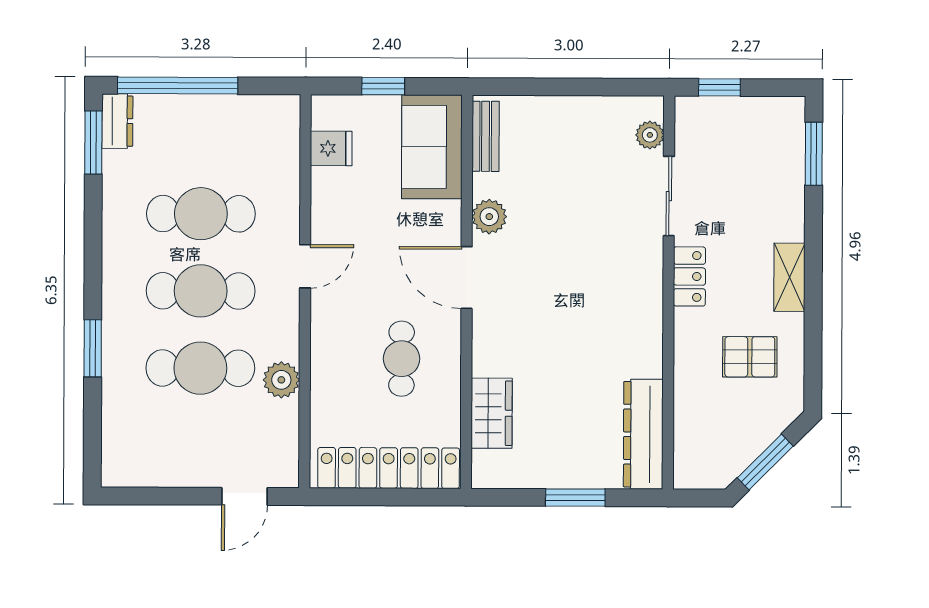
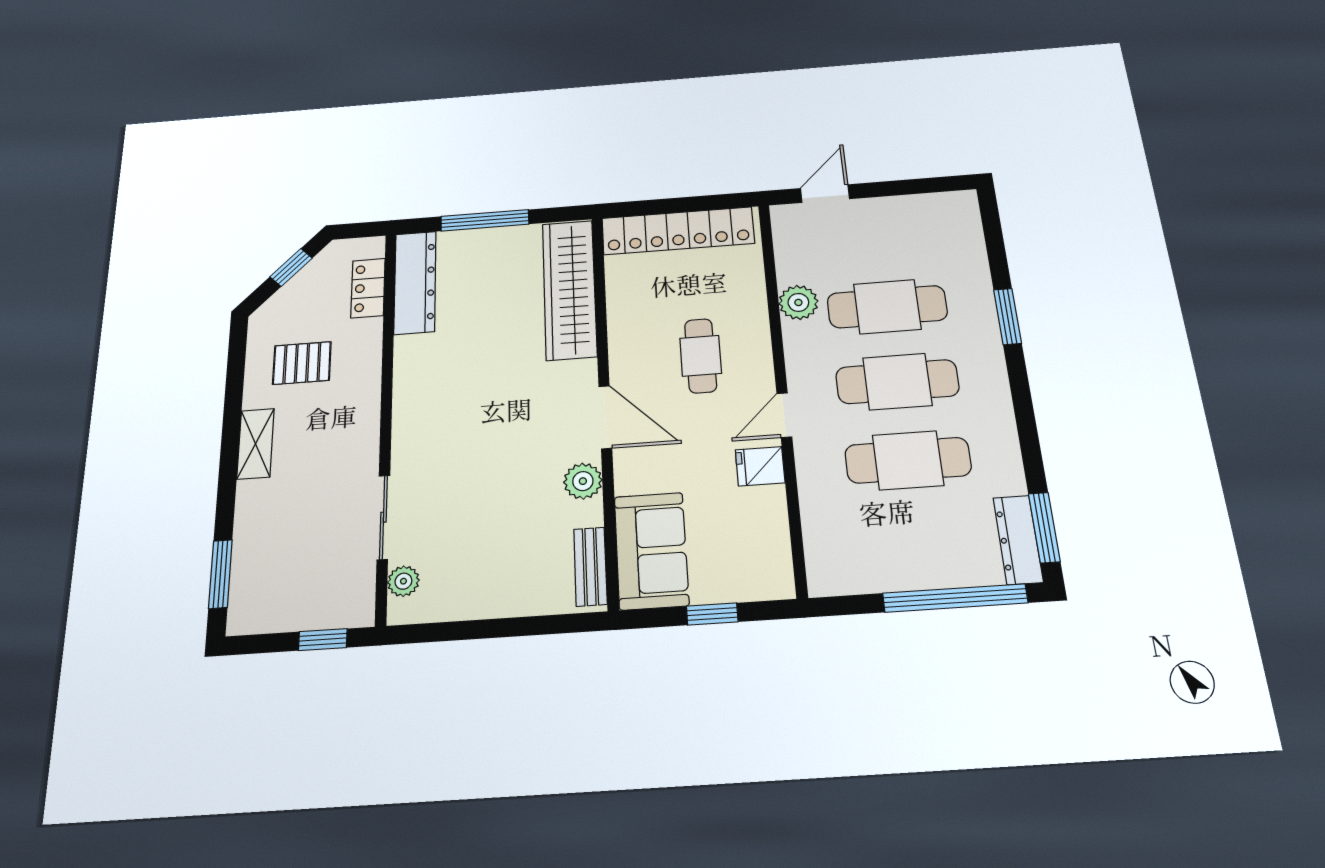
dresser: (117, 121) -> (1018, 540), width x1.44
fridge: (331, 148) -> (760, 466), moved
locker: (689, 276) -> (368, 288), moved
cafe table: (402, 359) -> (701, 356), moved
wardrobe: (492, 413) -> (569, 289), width x2.10, depth x1.17
window: (765, 462) -> (291, 267), width x0.67
window: (575, 498) -> (485, 220), width x1.44

